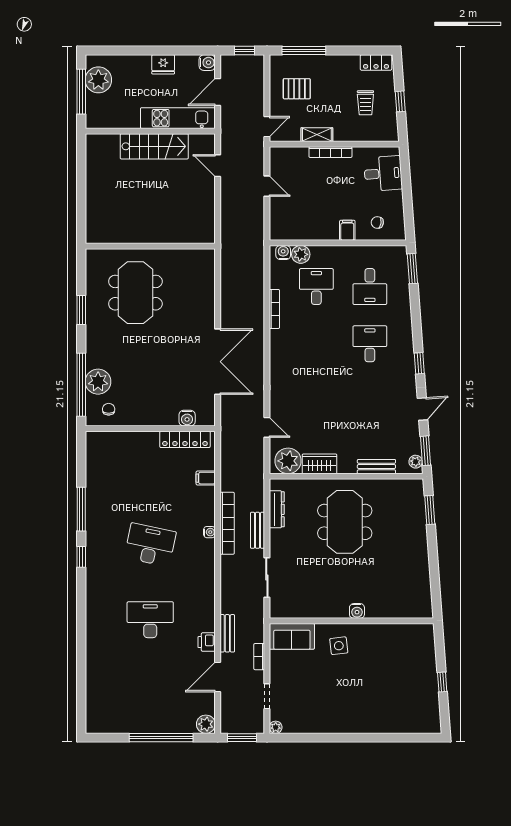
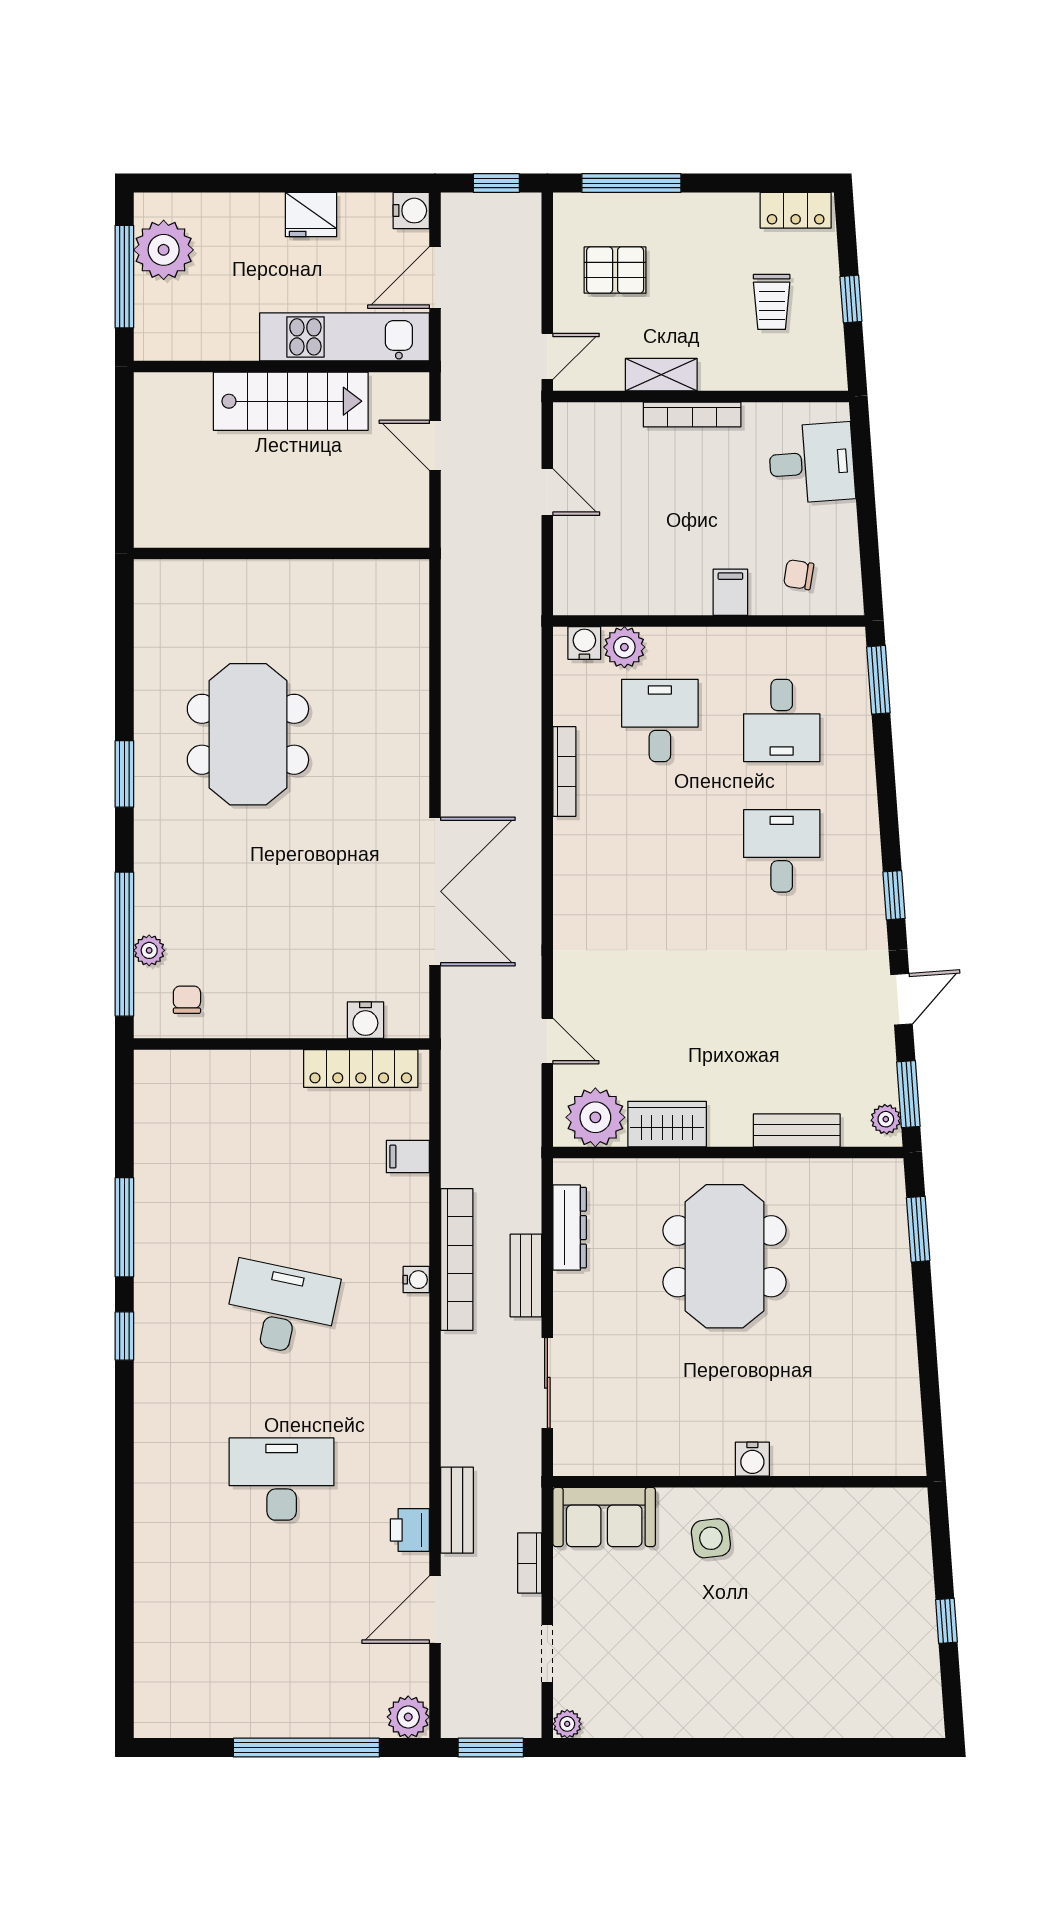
wall: (150, 246) -> (282, 554), moved
plant: (98, 382) -> (149, 950), width x0.53, depth x0.53

